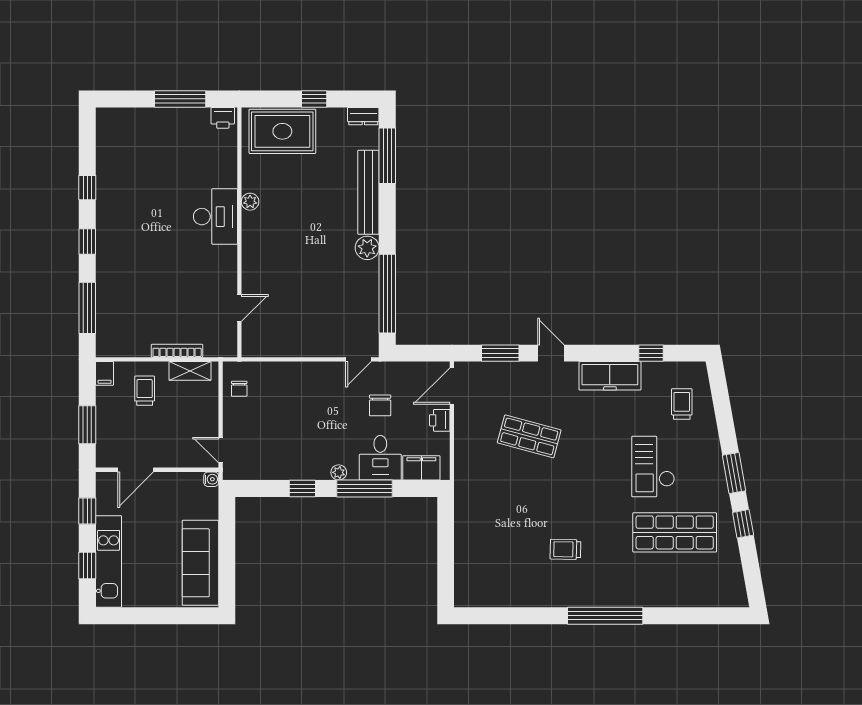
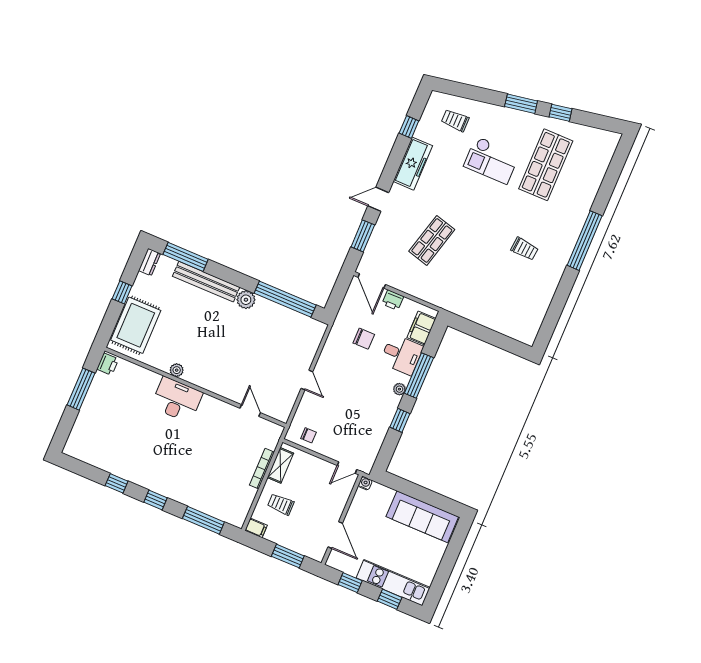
door: (358, 359) -> (307, 380), moved
trolley: (565, 549) -> (524, 249), turned -86

